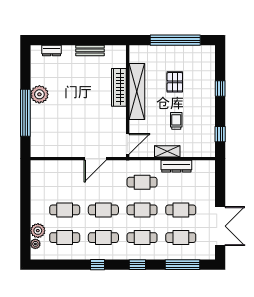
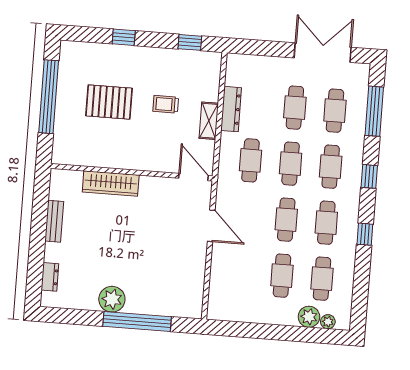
pallet: (175, 82) -> (109, 102), width x1.50, depth x1.42
shelving: (137, 91) -> (119, 158), removed

